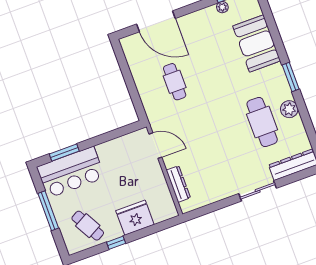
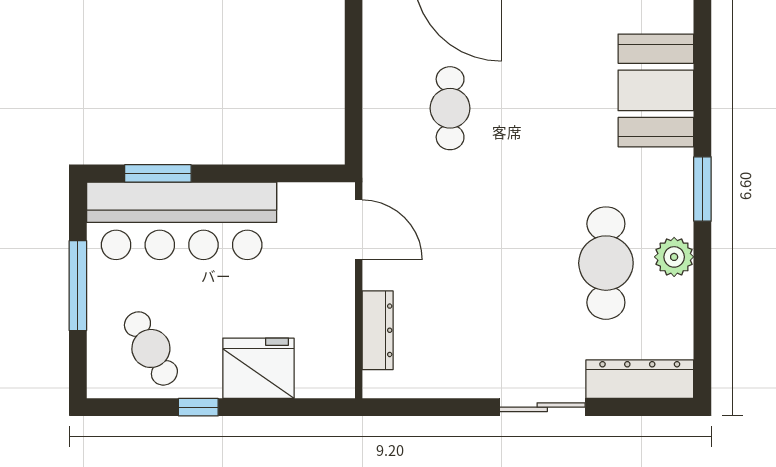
bar counter: (71, 172) -> (182, 221), width x1.36

